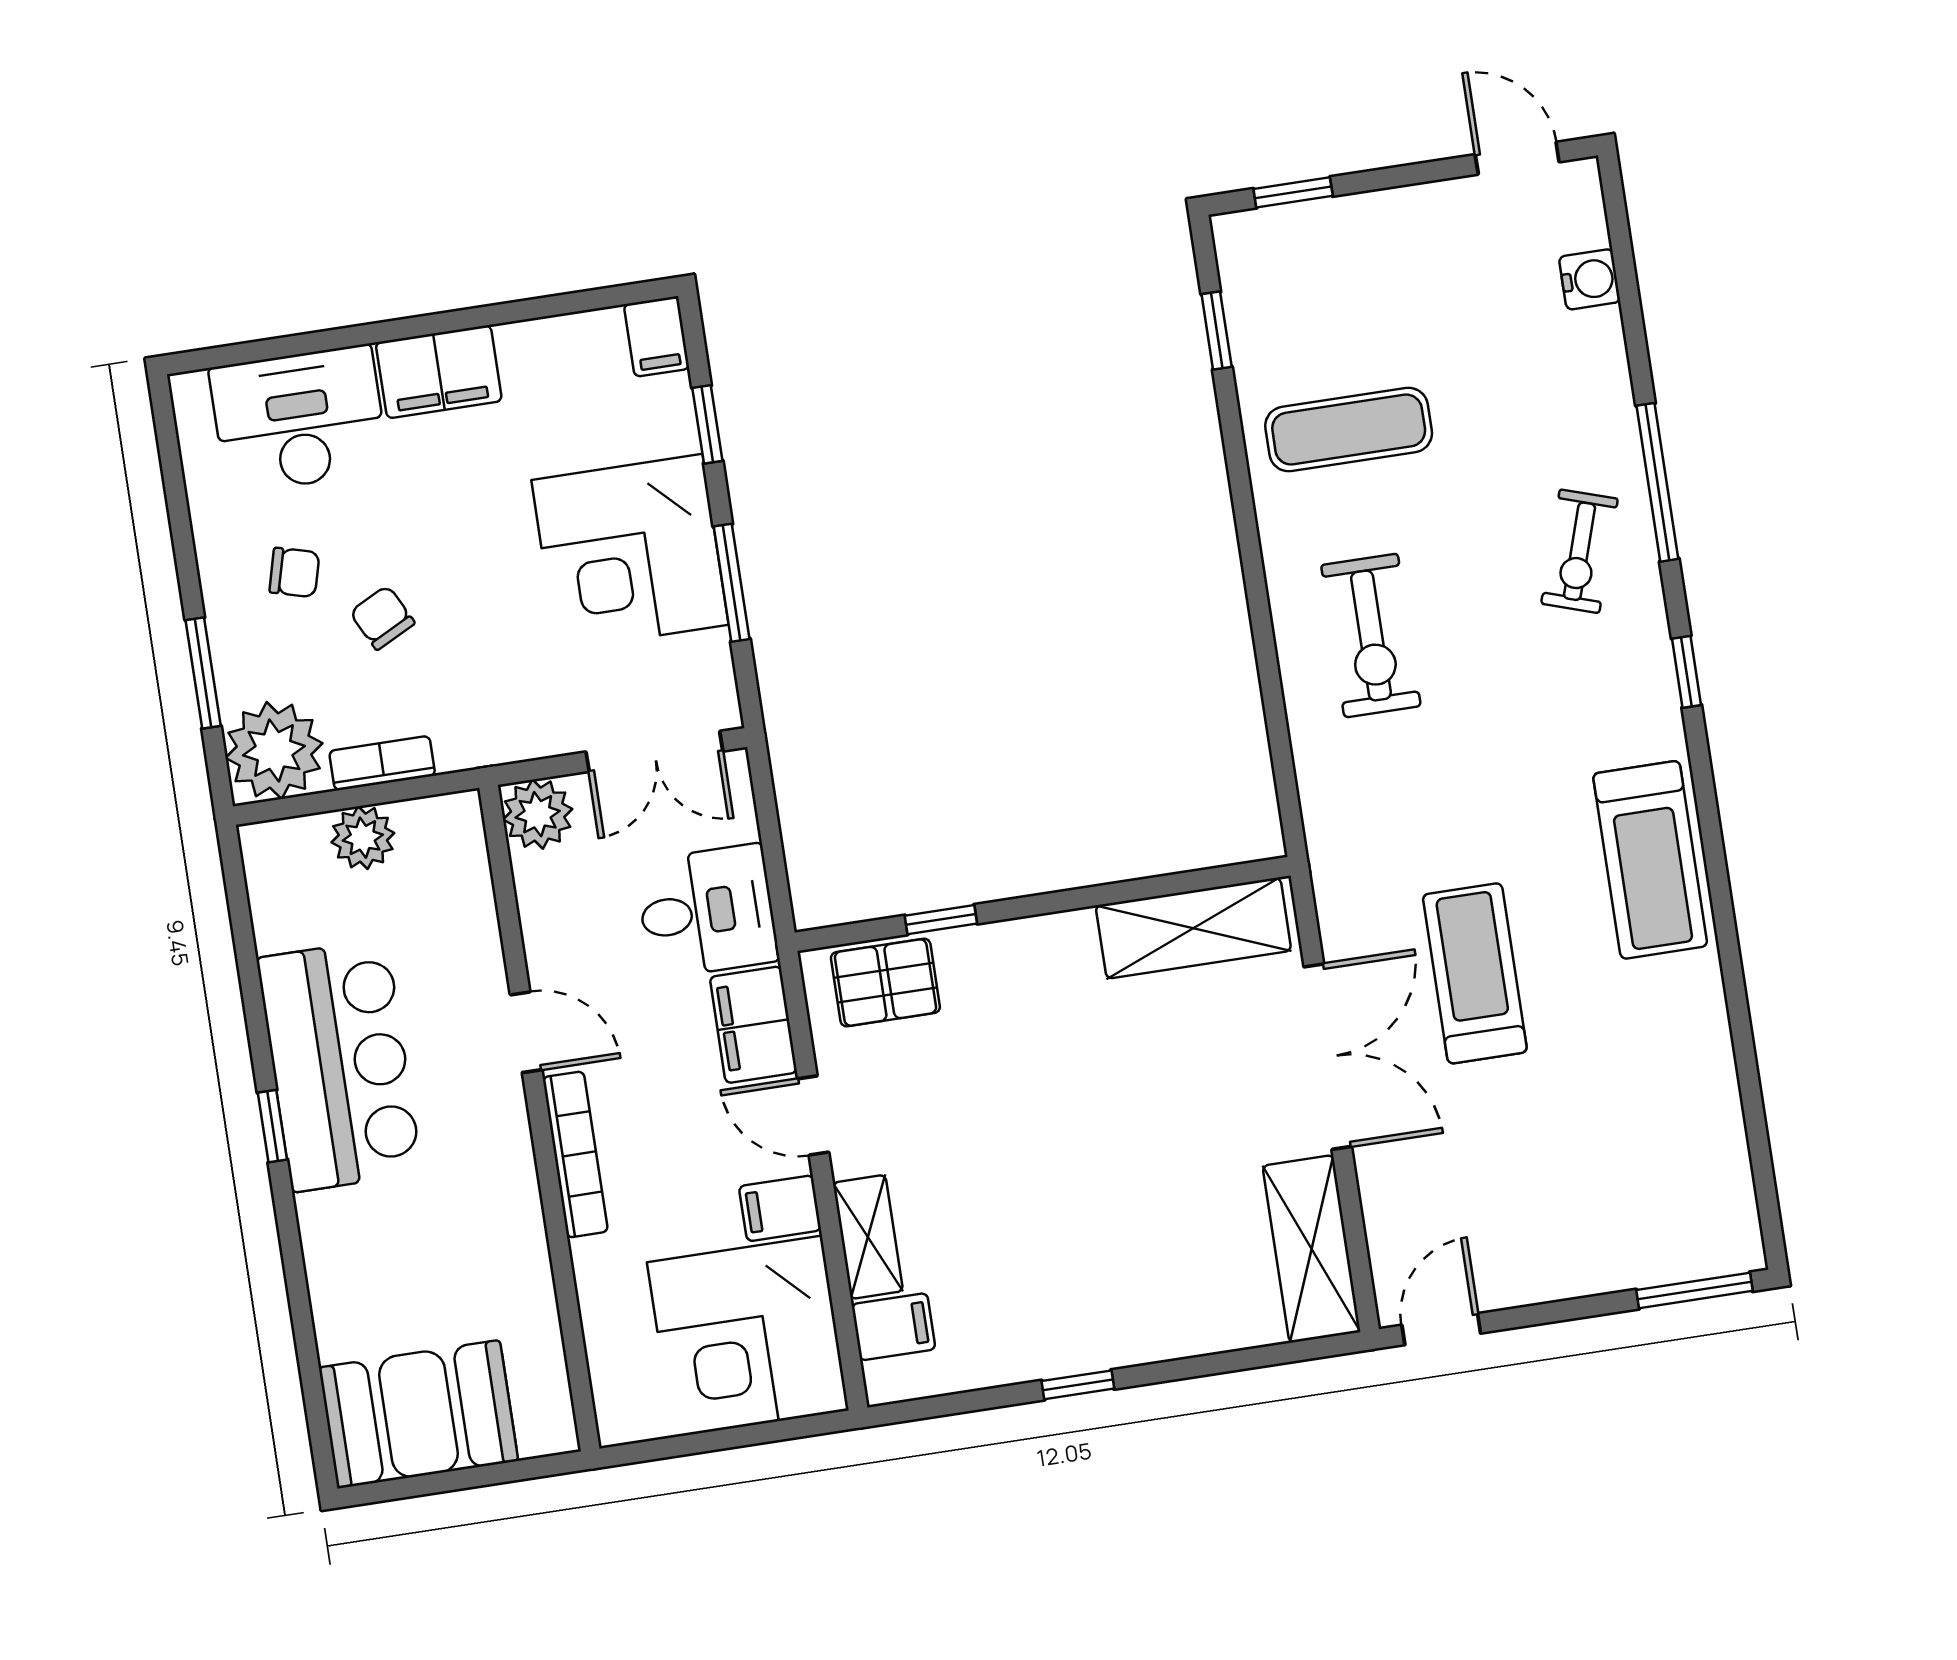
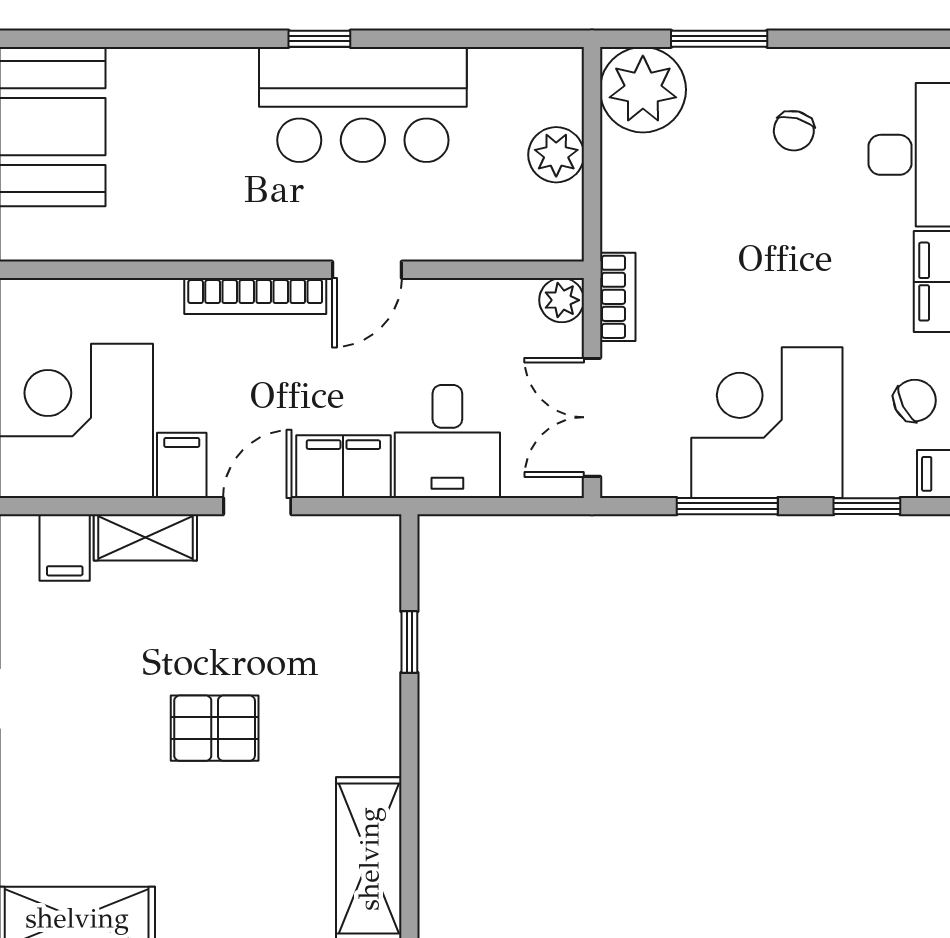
chair: (382, 618) -> (915, 400), moved
bookcase: (382, 763) -> (618, 297), moved
plant: (538, 814) -> (562, 300), width x0.73, depth x0.73
pallet: (885, 983) -> (215, 728), moved, turned 90

